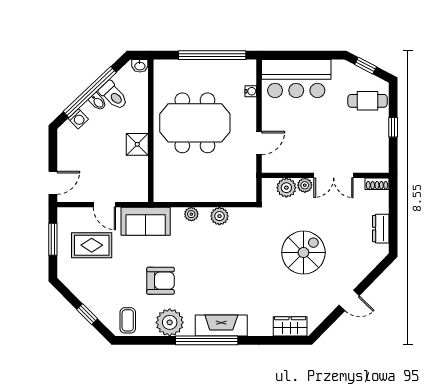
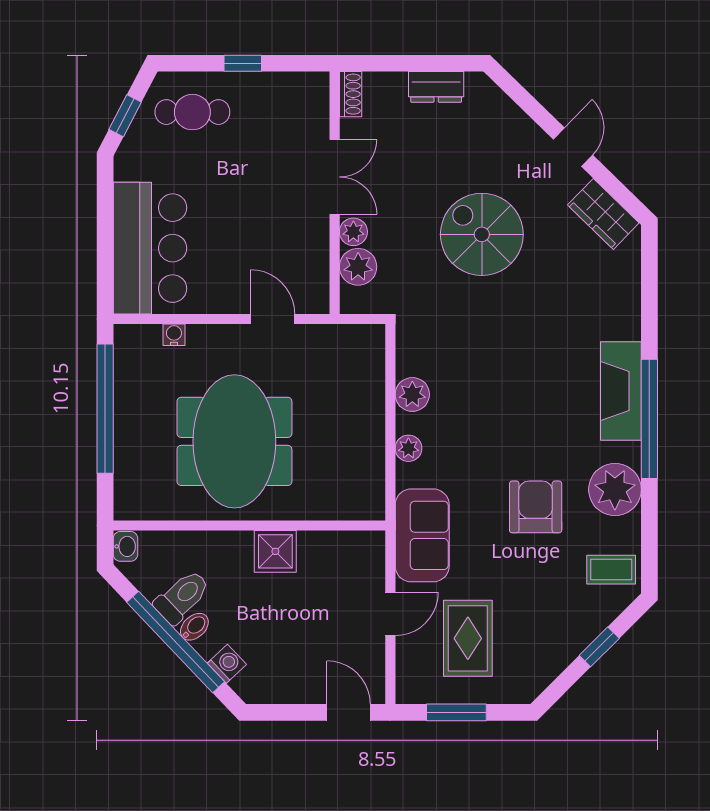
cafe table: (368, 101) -> (192, 112), turned 90
wardrobe: (290, 326) -> (603, 214), moved, turned -46

